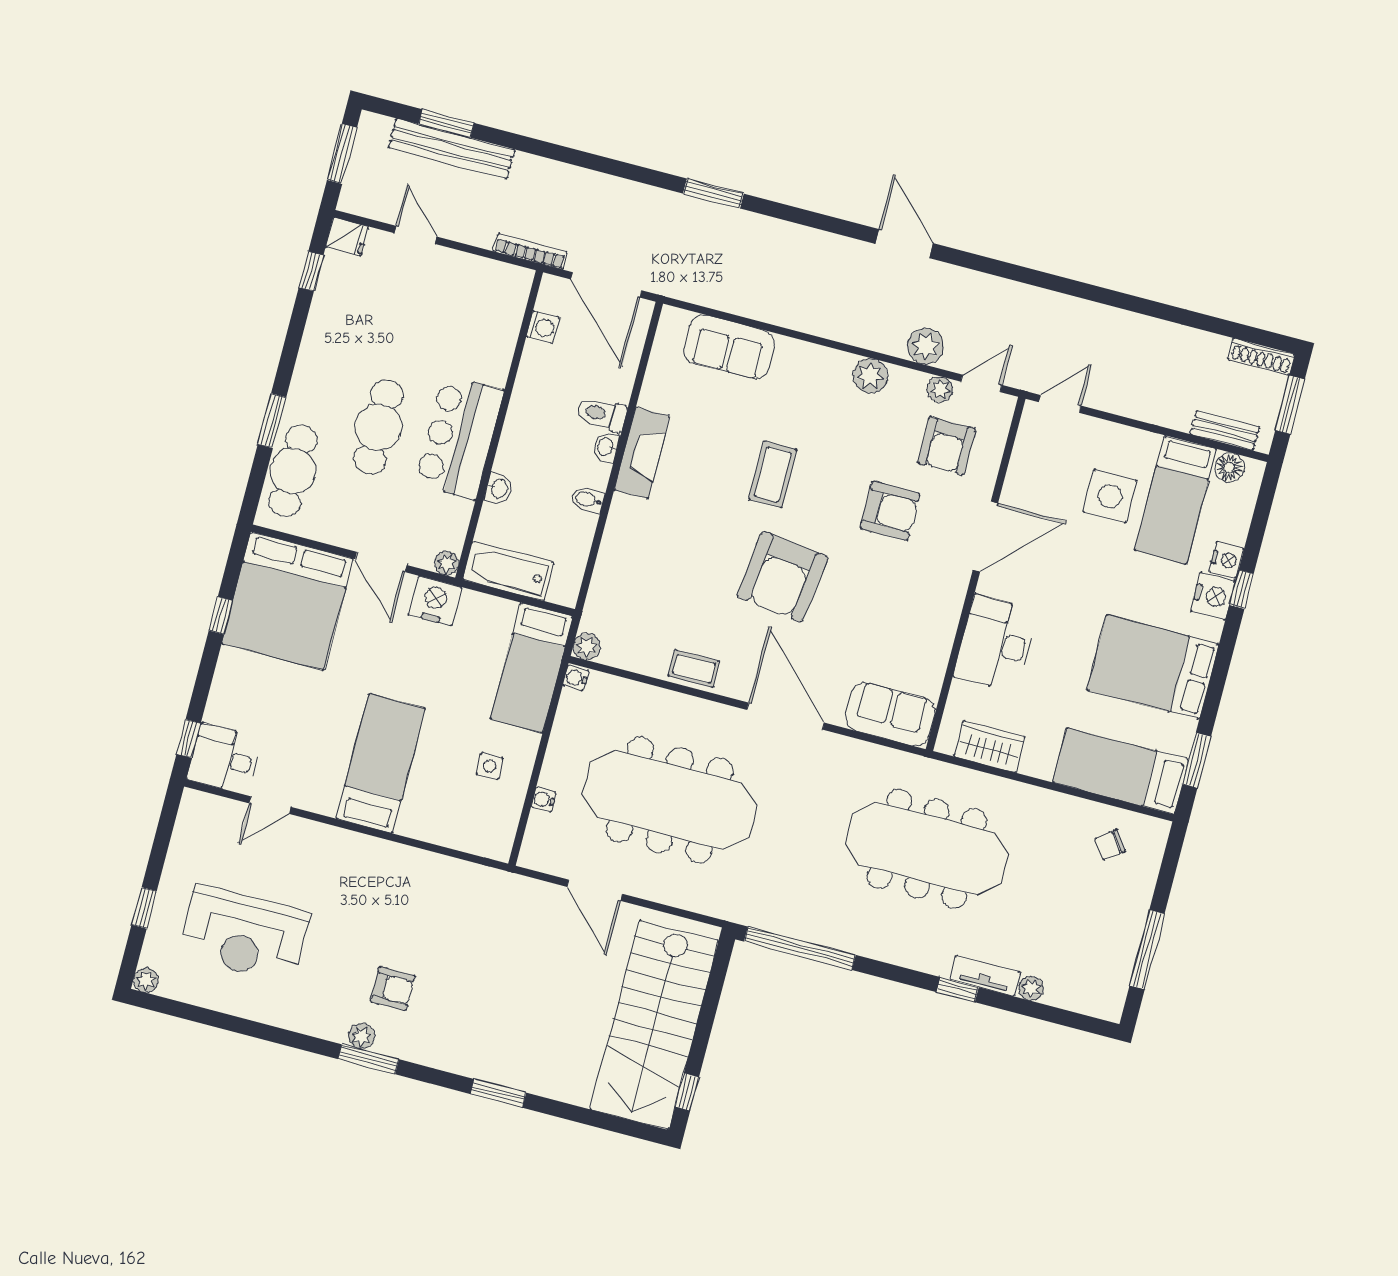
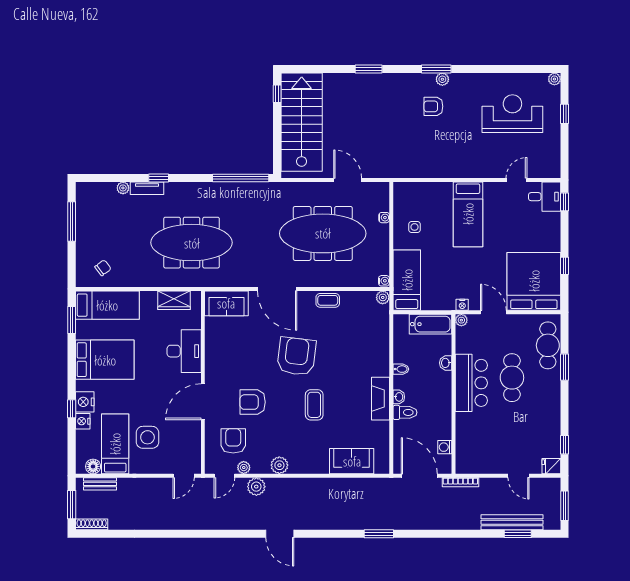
nightstand: (435, 601) -> (462, 305), width x0.53, depth x0.56

